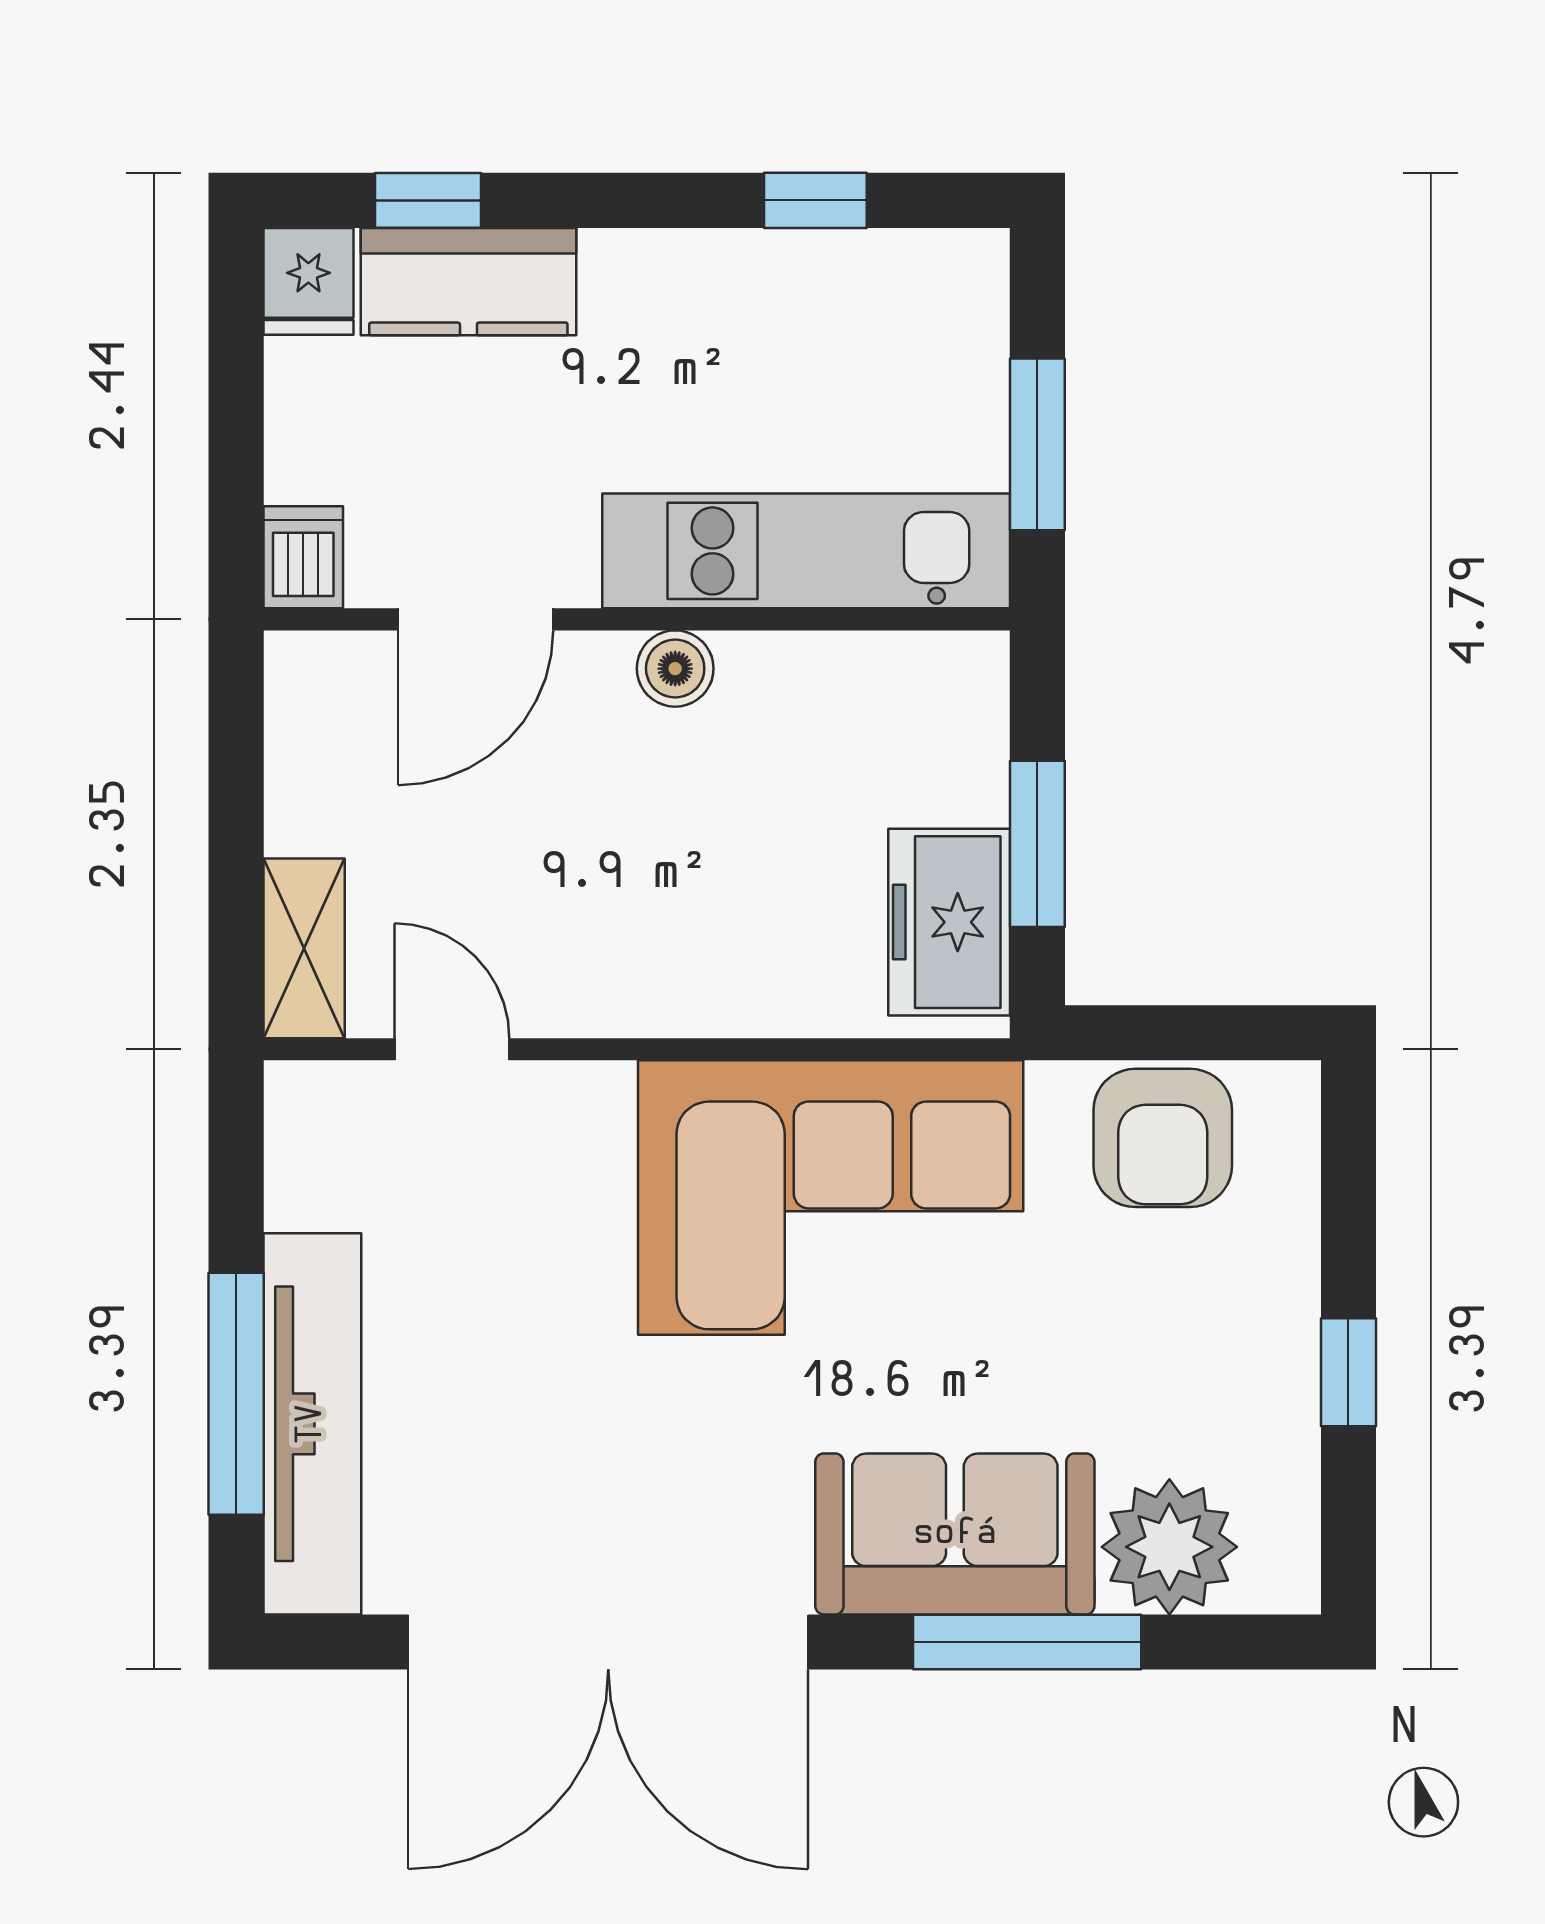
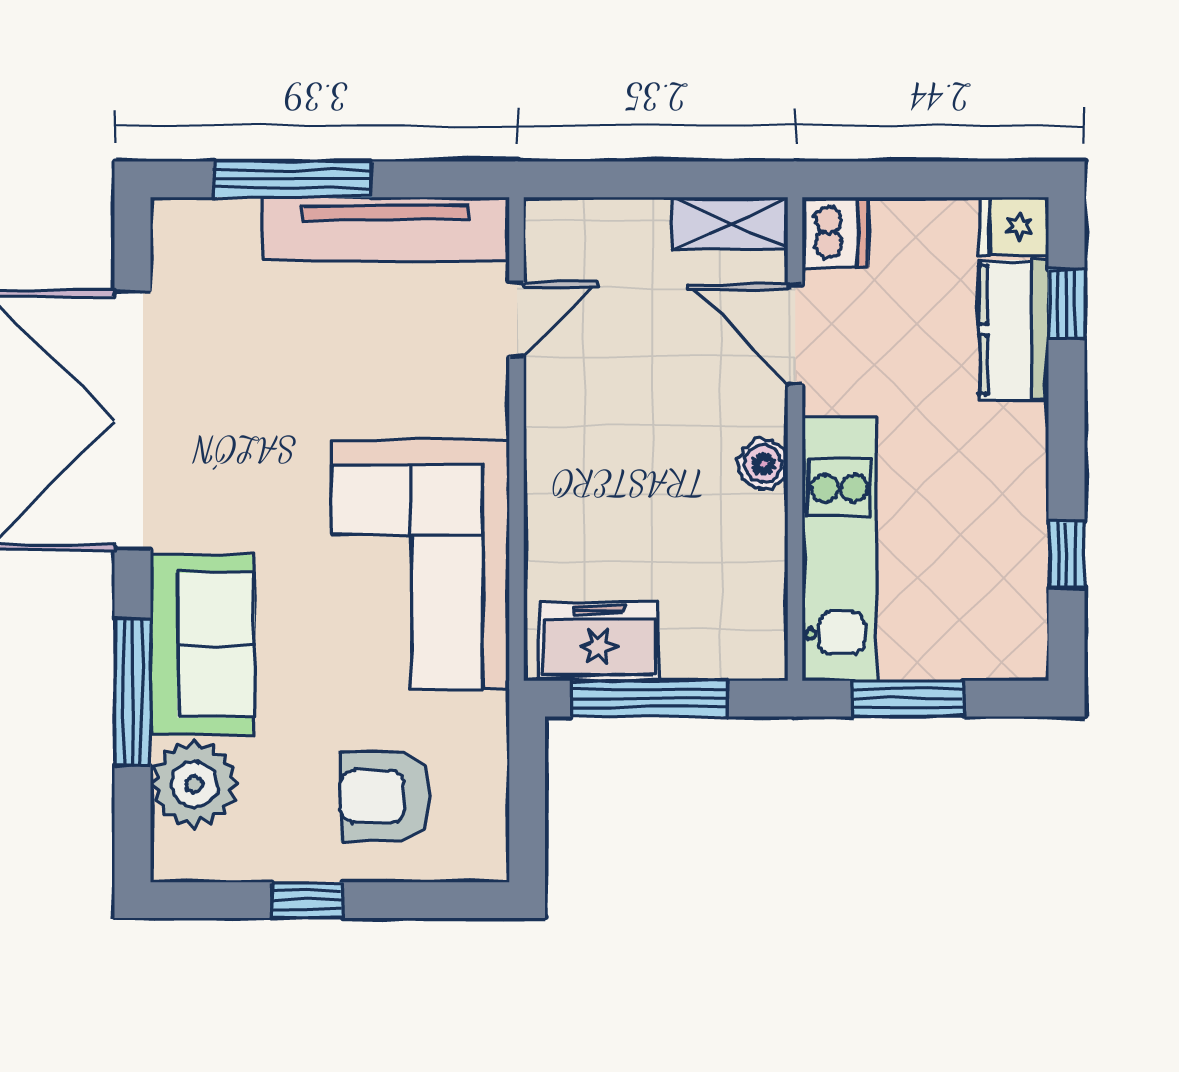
dishwasher: (303, 557) -> (835, 233), width x1.38
window: (1037, 844) -> (650, 699), width x1.44
shelving: (304, 948) -> (730, 223), moved
armchair: (1163, 1138) -> (385, 797), moved
tv unit: (312, 1424) -> (386, 229), moved

